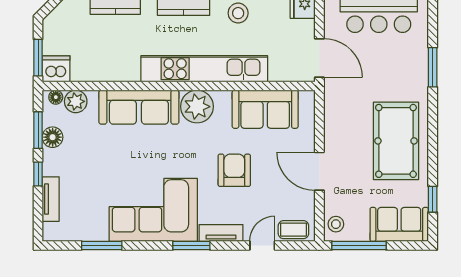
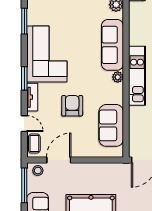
kitchen unit: (204, 69) -> (137, 76), width x0.73
plant: (197, 107) -> (118, 77), width x0.53, depth x0.53
armchair: (234, 170) -> (72, 106), turned -90
door: (319, 171) -> (59, 160), moved

